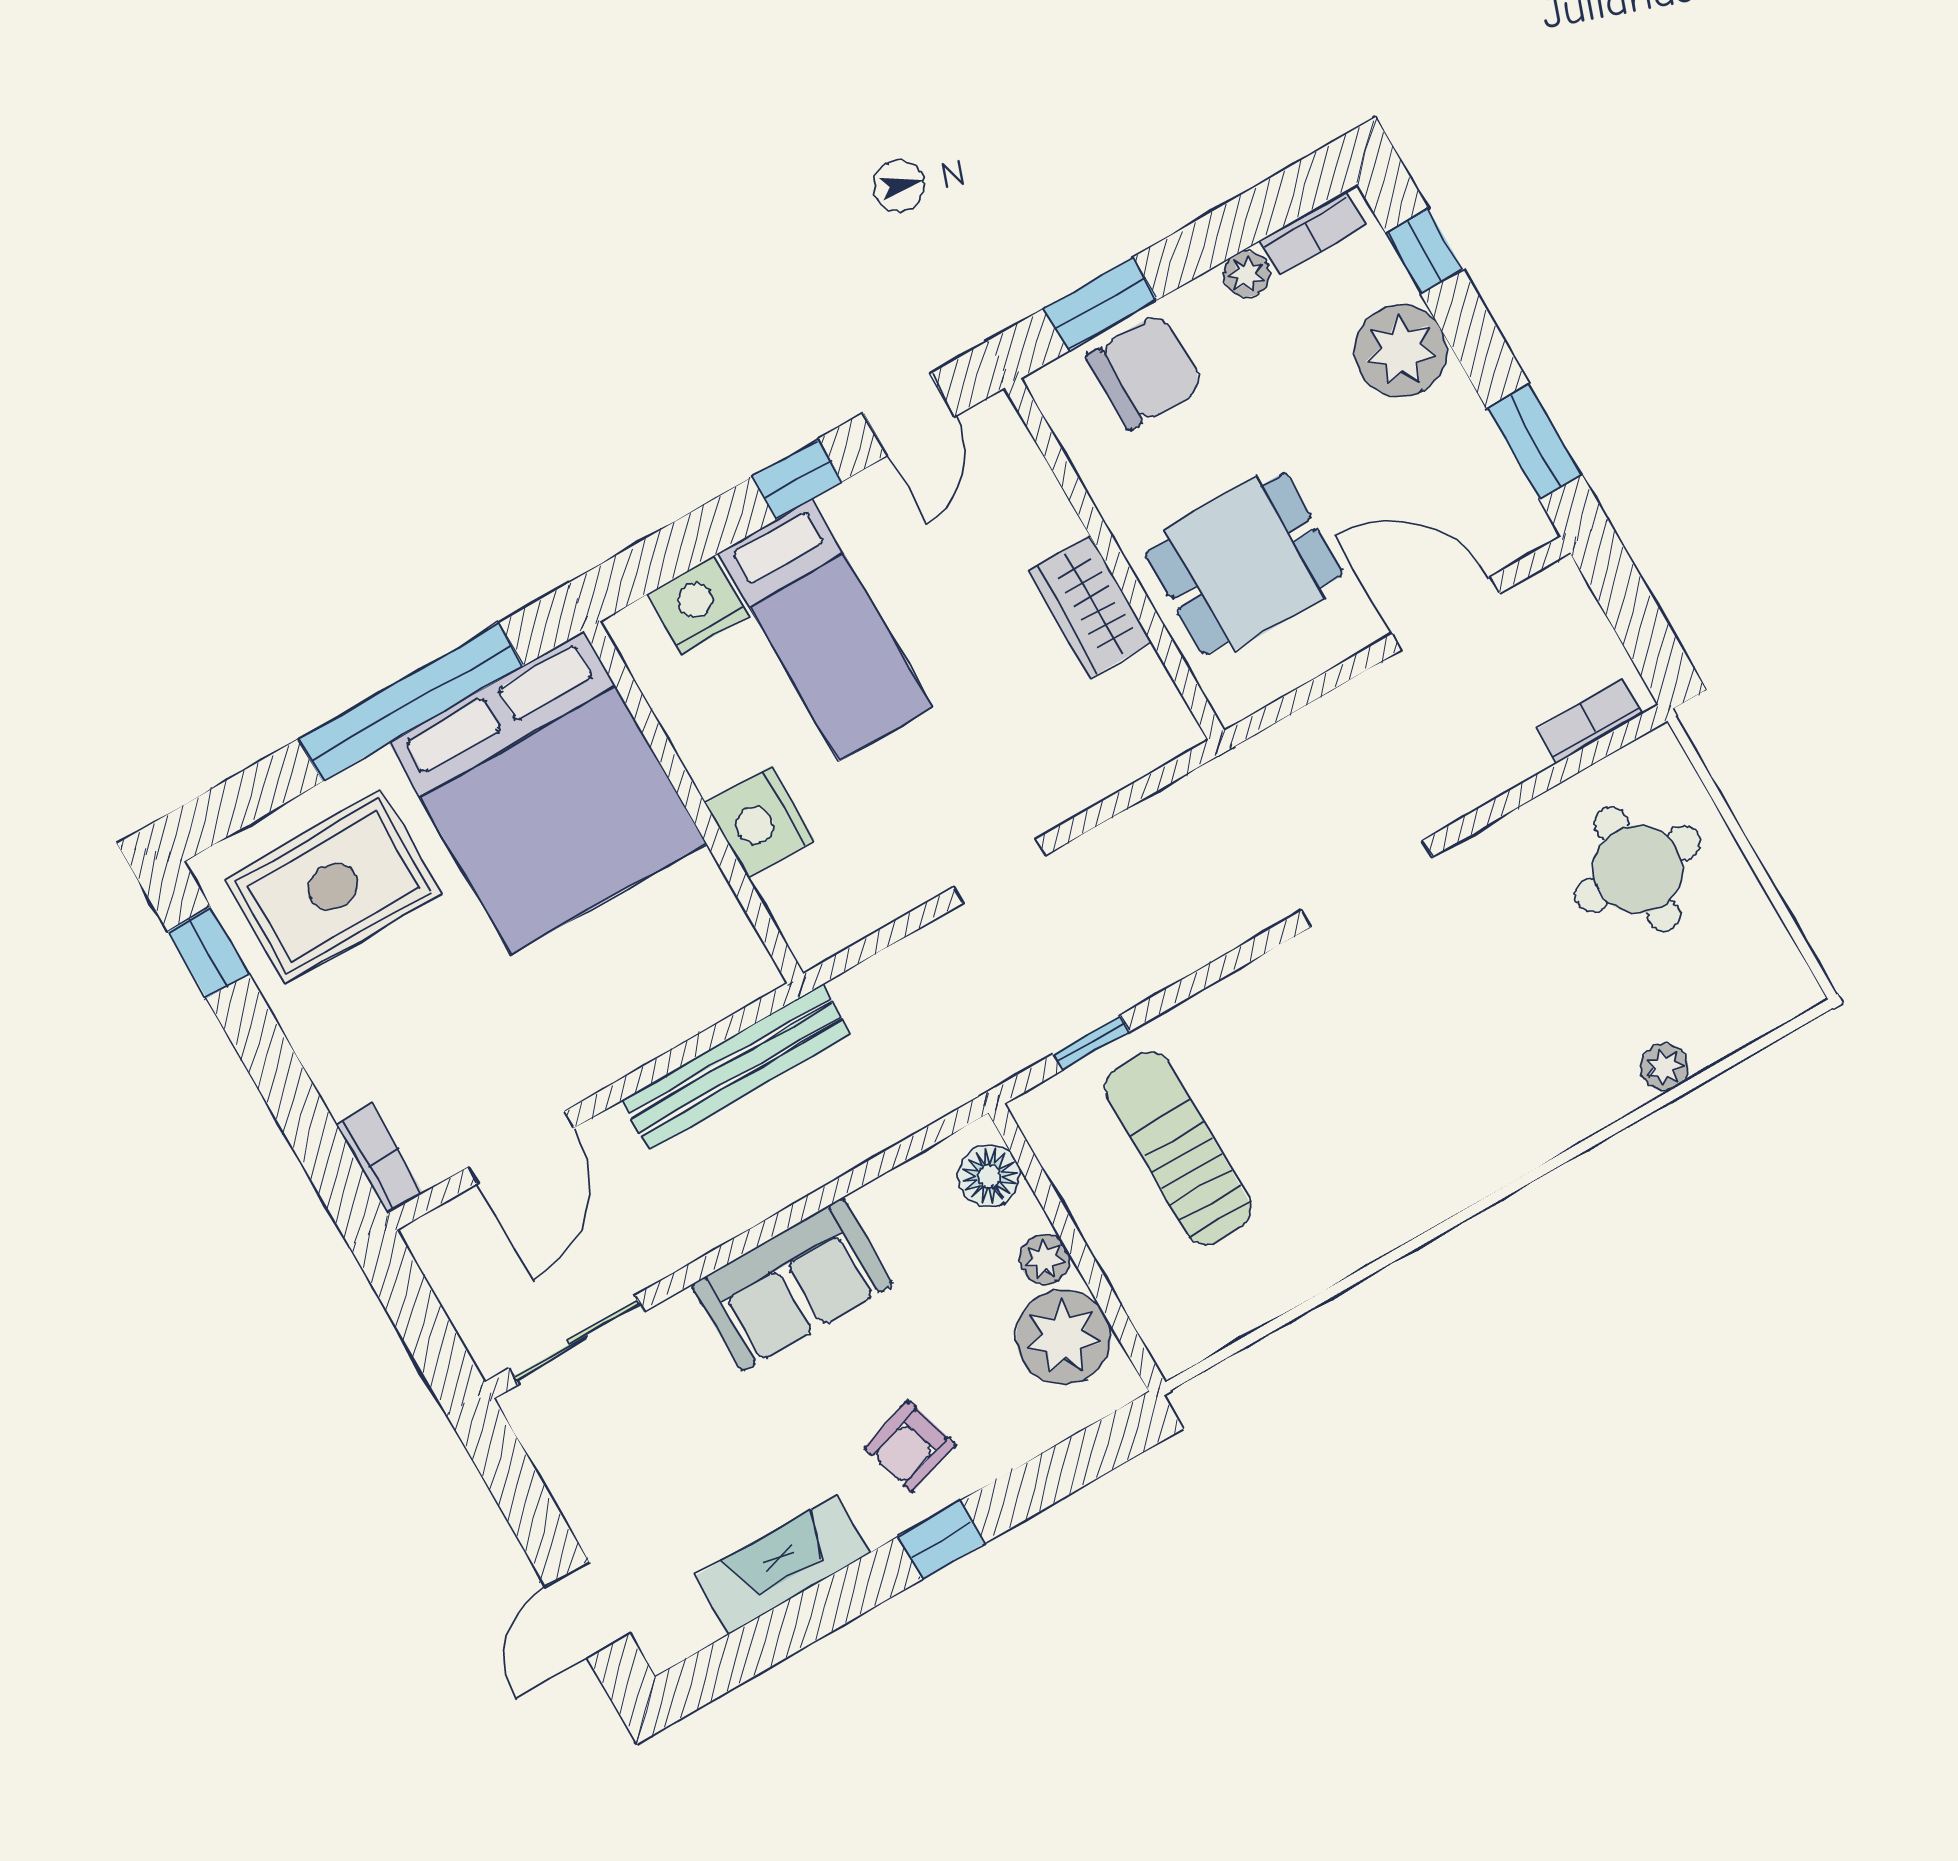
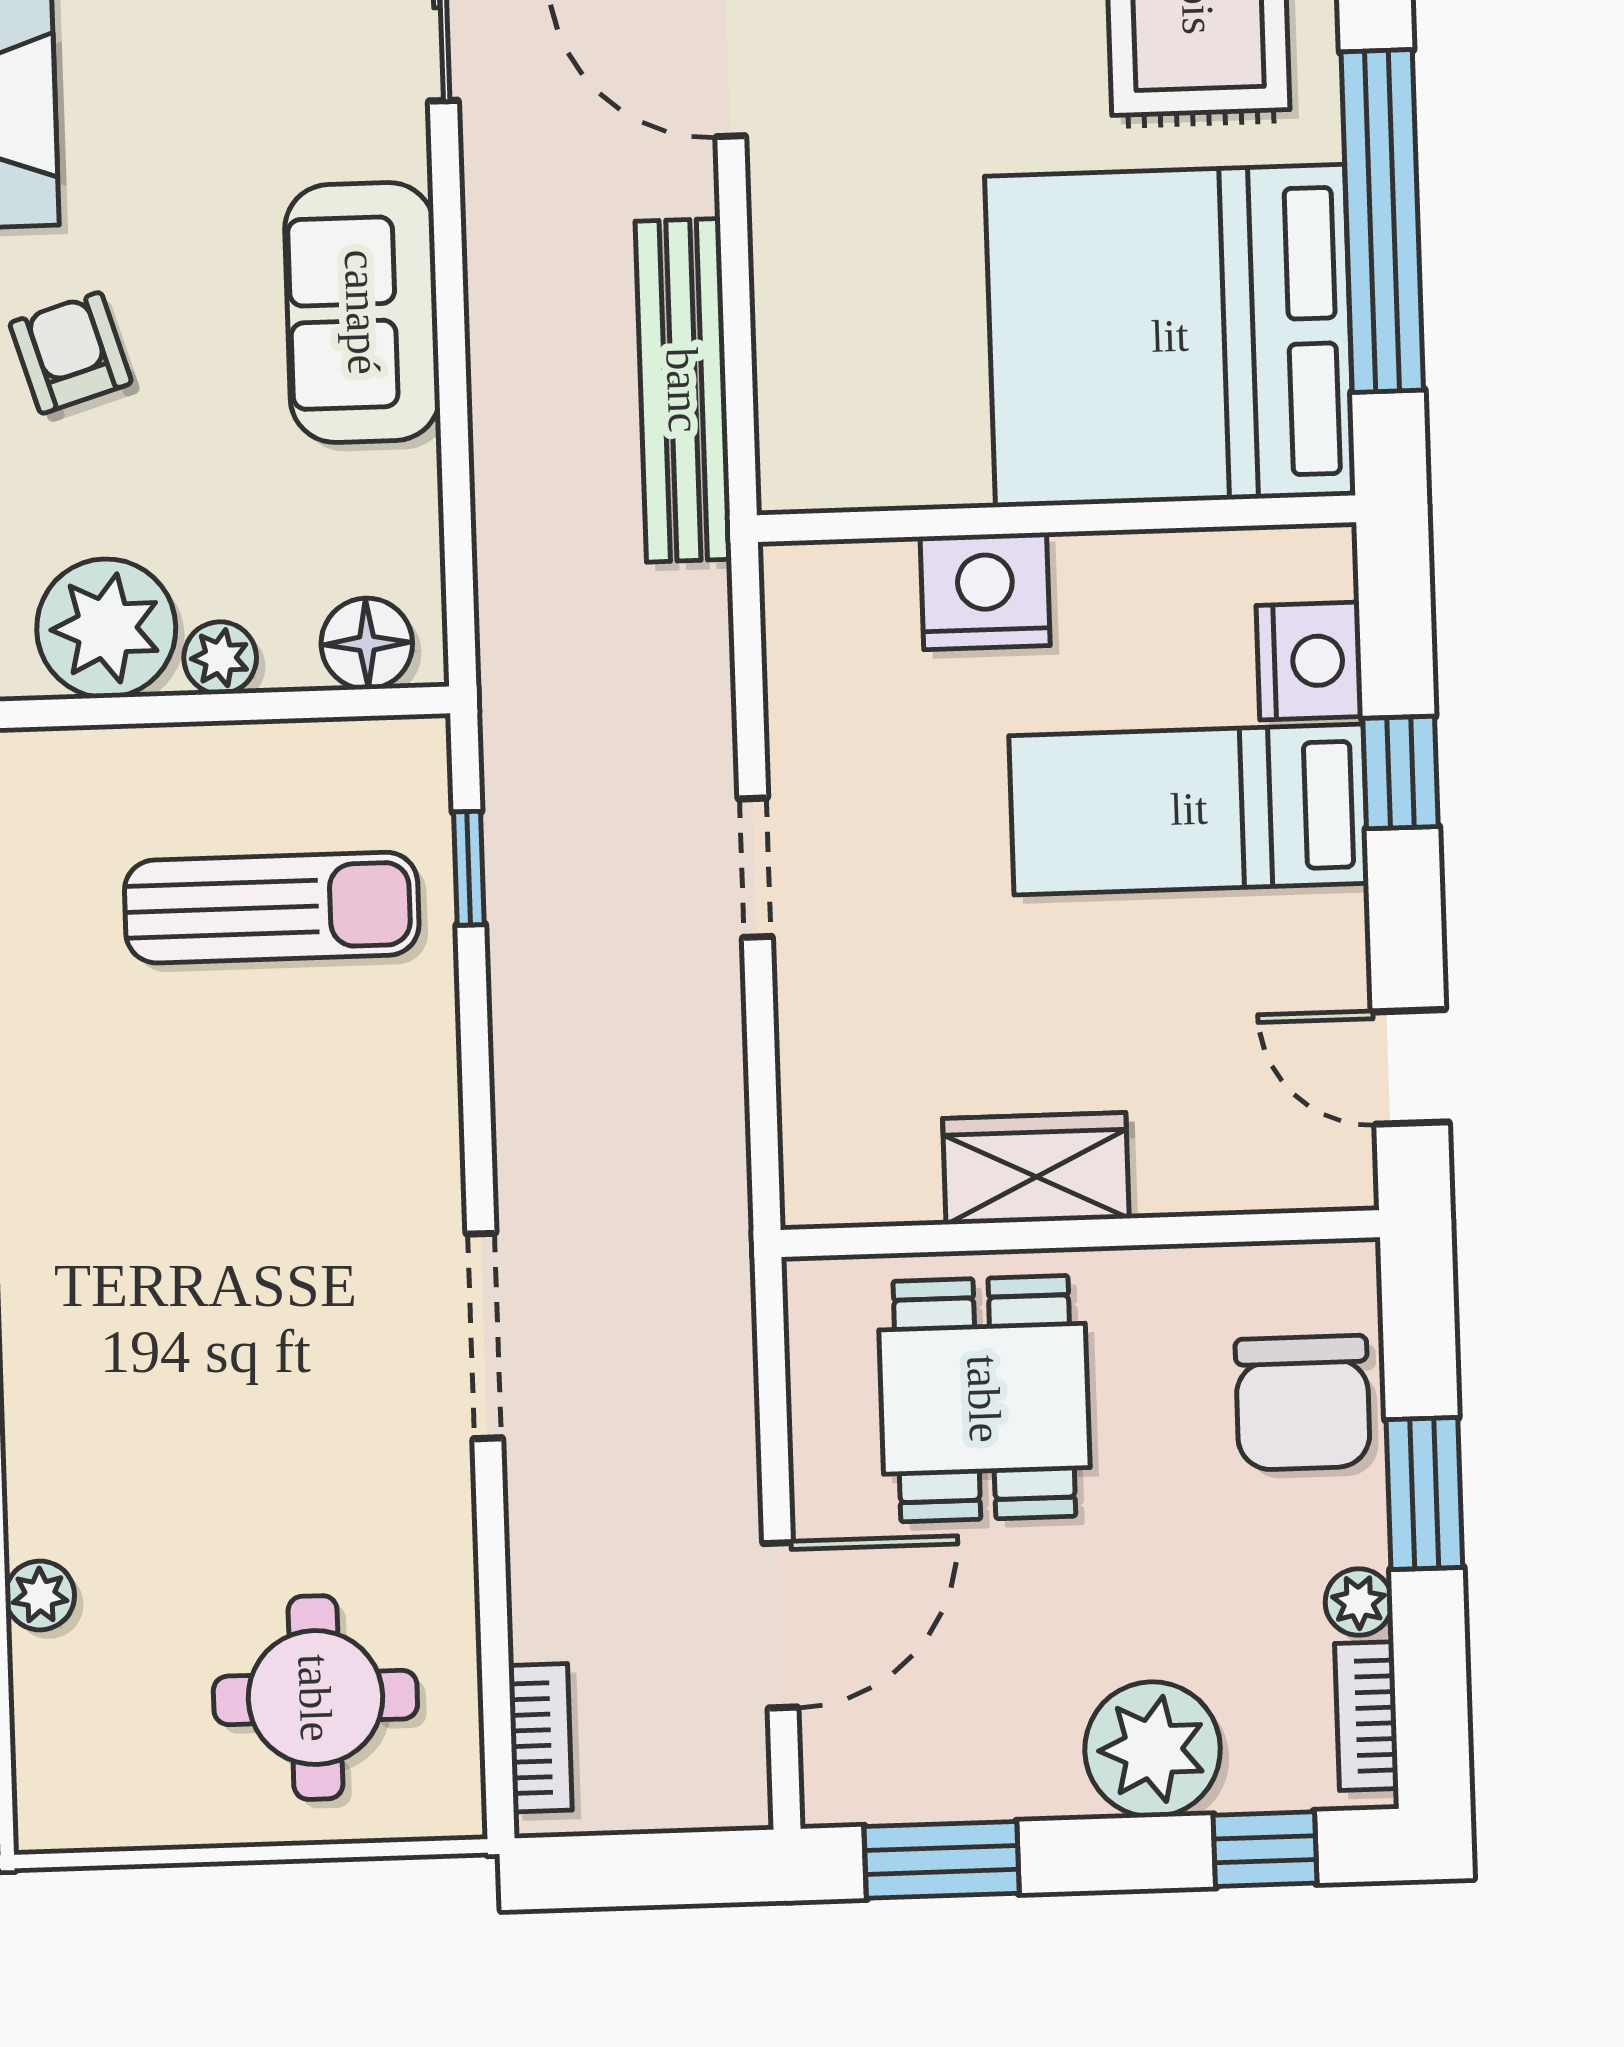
window: (1101, 304) -> (1424, 1493), moved
window: (797, 479) -> (1400, 773), moved

